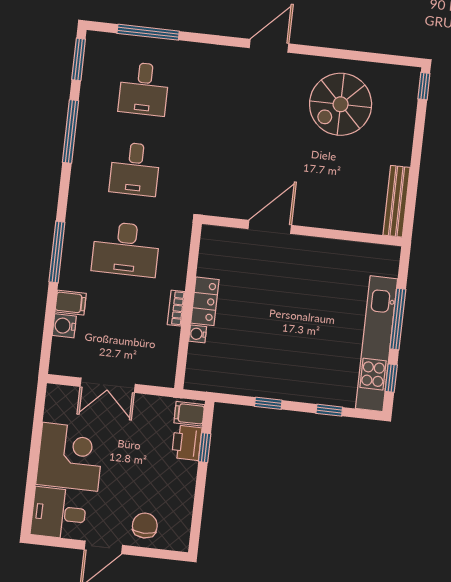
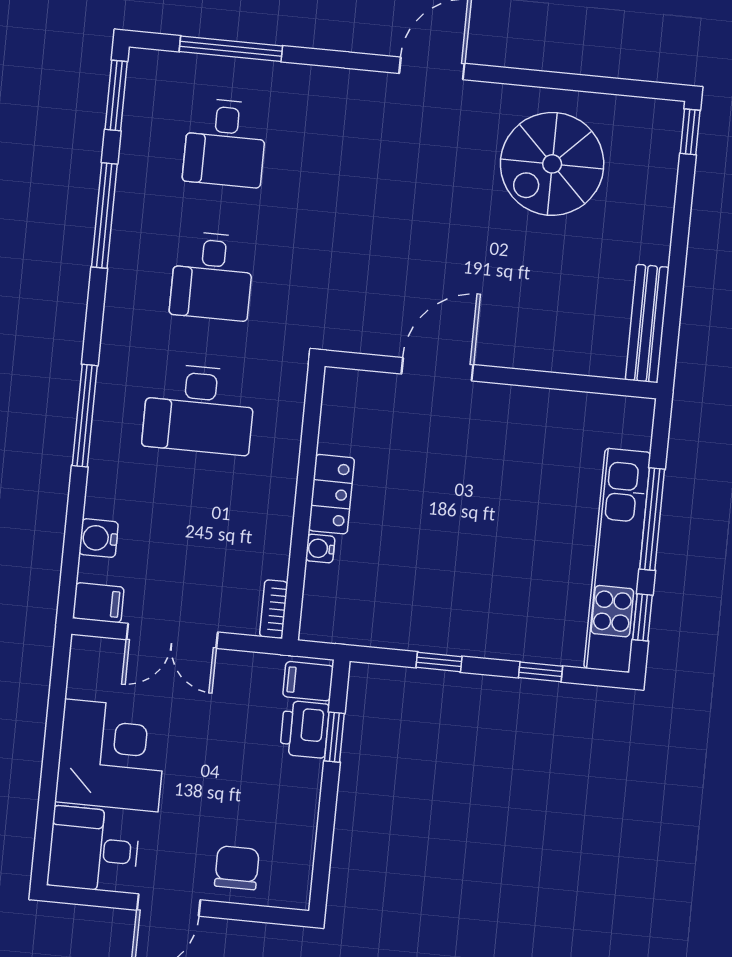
filing cabinet: (71, 303) -> (98, 603), moved
bookcase: (176, 308) -> (274, 609), moved

